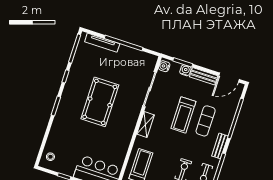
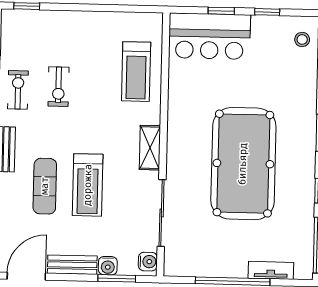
tv unit: (102, 43) -> (271, 270), width x0.71
pool table: (100, 102) -> (243, 164), width x1.36, depth x1.32
treadmill: (183, 115) -> (88, 185), turned 180

